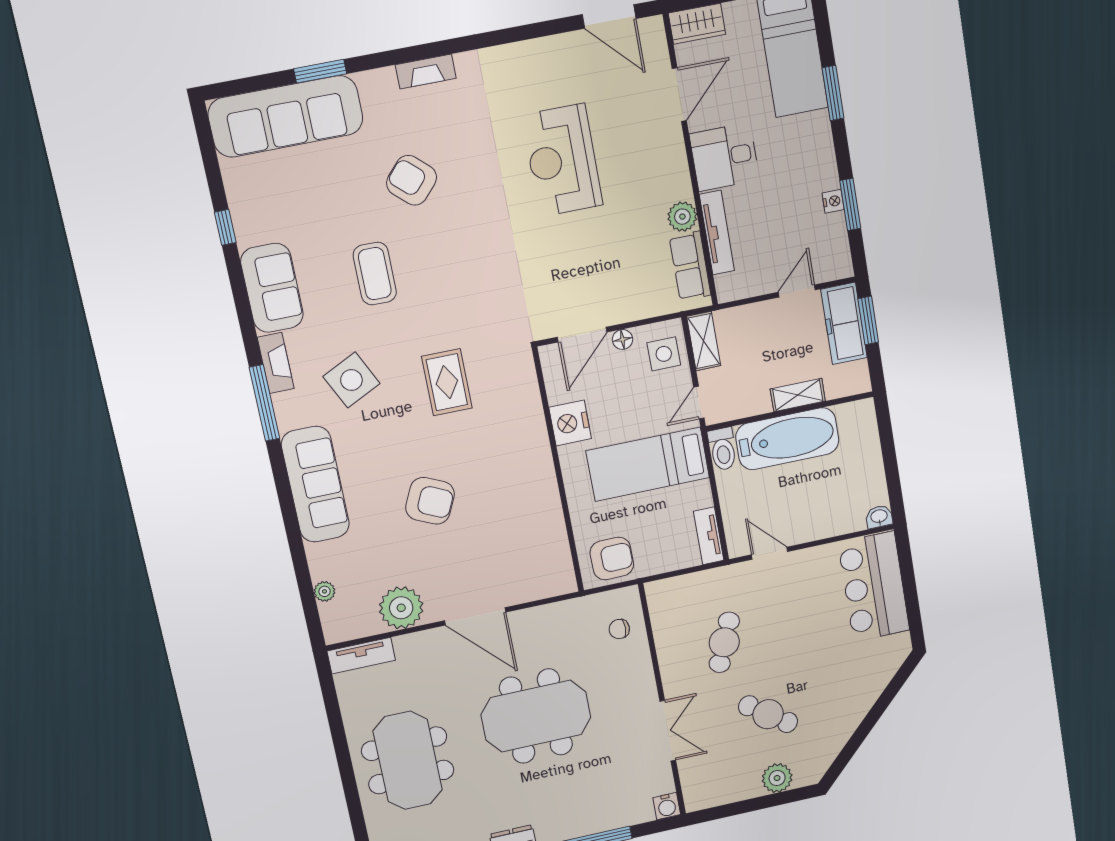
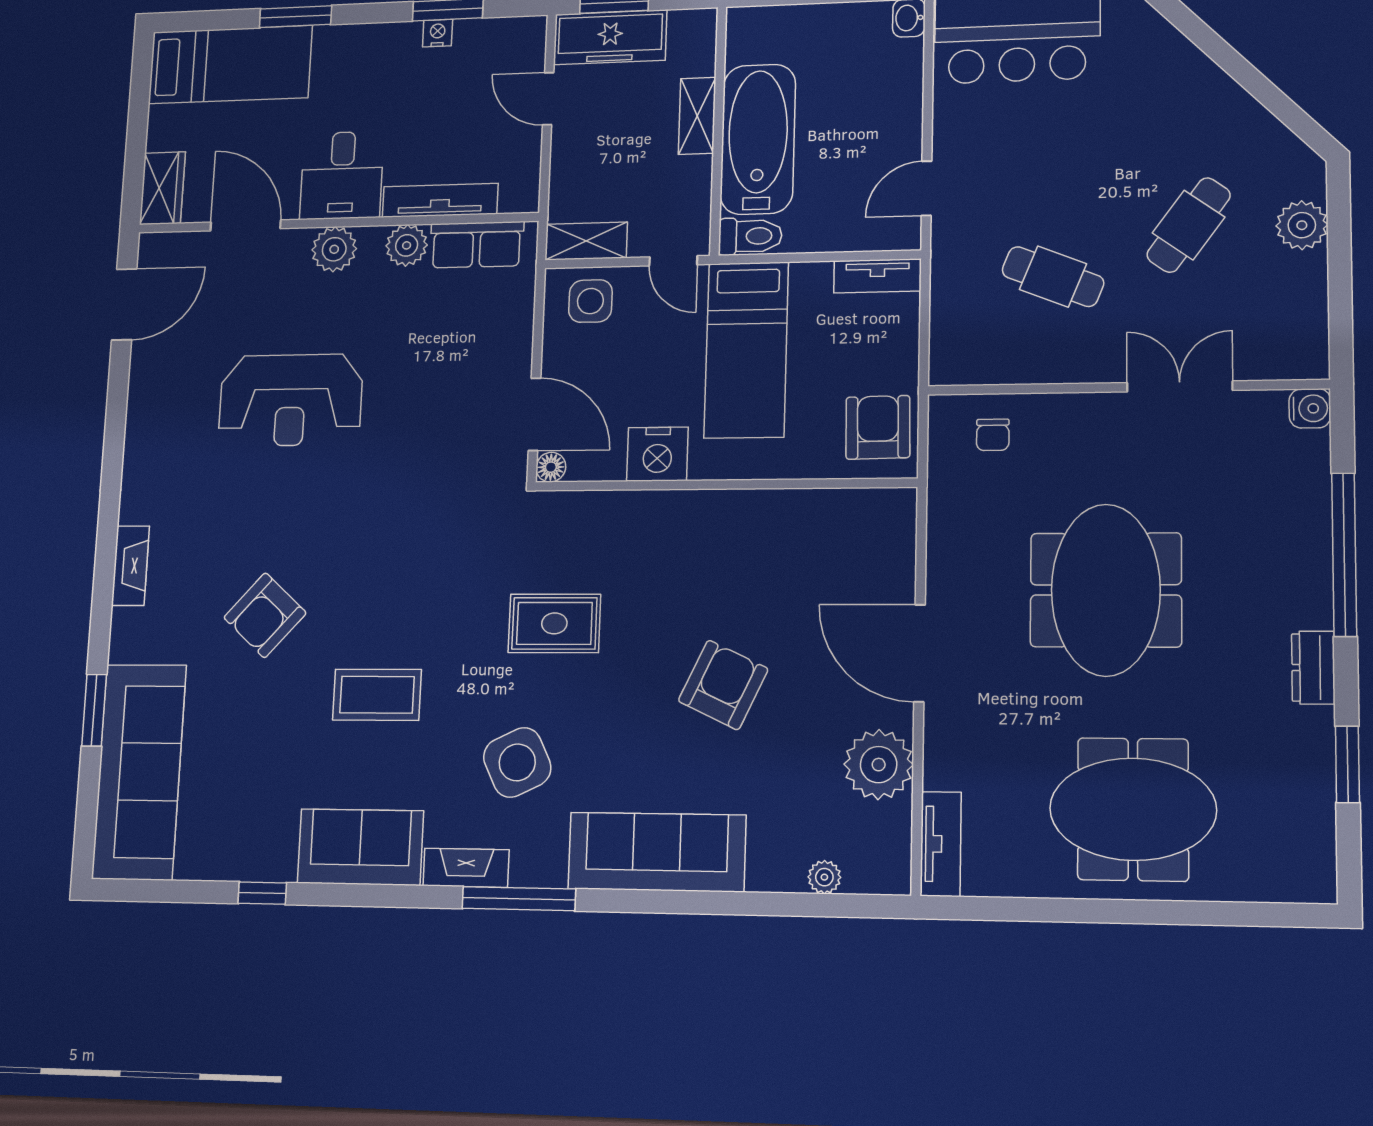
plant: (672, 165) -> (334, 249), added
floor lamp: (622, 339) -> (551, 467), moved
door: (475, 616) -> (920, 653), swing flipped

